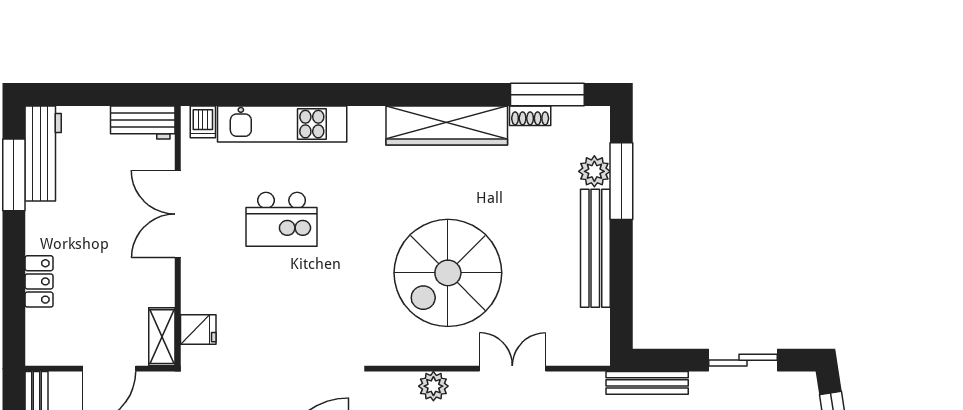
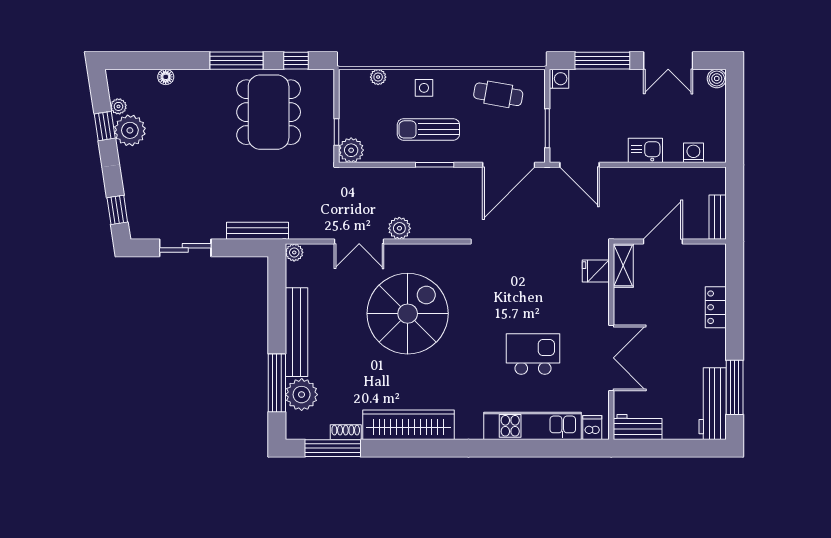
plant: (594, 171) -> (302, 395), width x1.36, depth x1.36
plant: (598, 354) -> (294, 252), added
plant: (433, 386) -> (399, 228), moved

